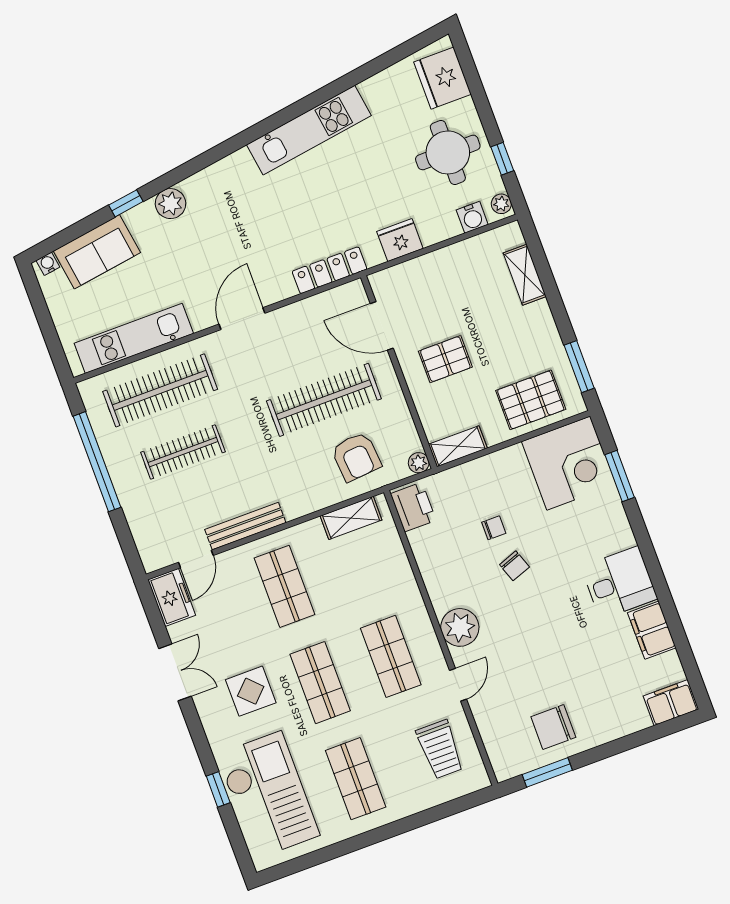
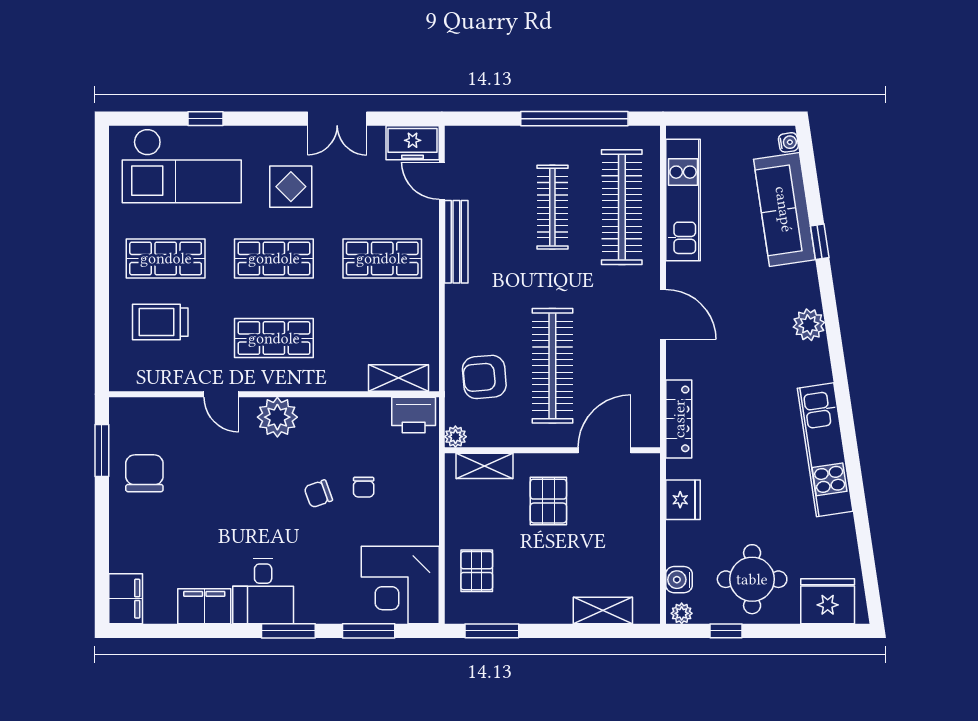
plant: (171, 204) -> (809, 325), moved
sofa: (97, 252) -> (784, 209), width x1.36
pallet: (531, 400) -> (477, 571), width x0.67, depth x0.71
shelving: (458, 446) -> (484, 466), moved, turned 90
shelving: (351, 518) -> (399, 378), moved, turned 90
window: (646, 547) -> (288, 631), added
trolley: (440, 749) -> (160, 322), moved

